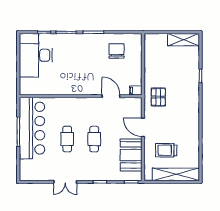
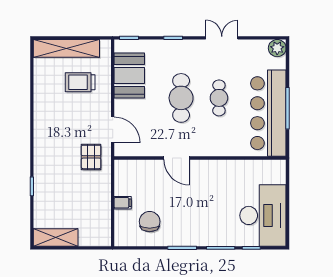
chair: (117, 51) -> (150, 222), turned 180
filing cabinet: (136, 90) -> (123, 203), moved
door: (111, 96) -> (177, 158), moved
door: (143, 127) -> (113, 130), moved
cafe table: (94, 139) -> (181, 98), width x1.37, depth x1.35
trolley: (166, 150) -> (80, 82), turned 180
plant: (26, 175) -> (277, 48), added

